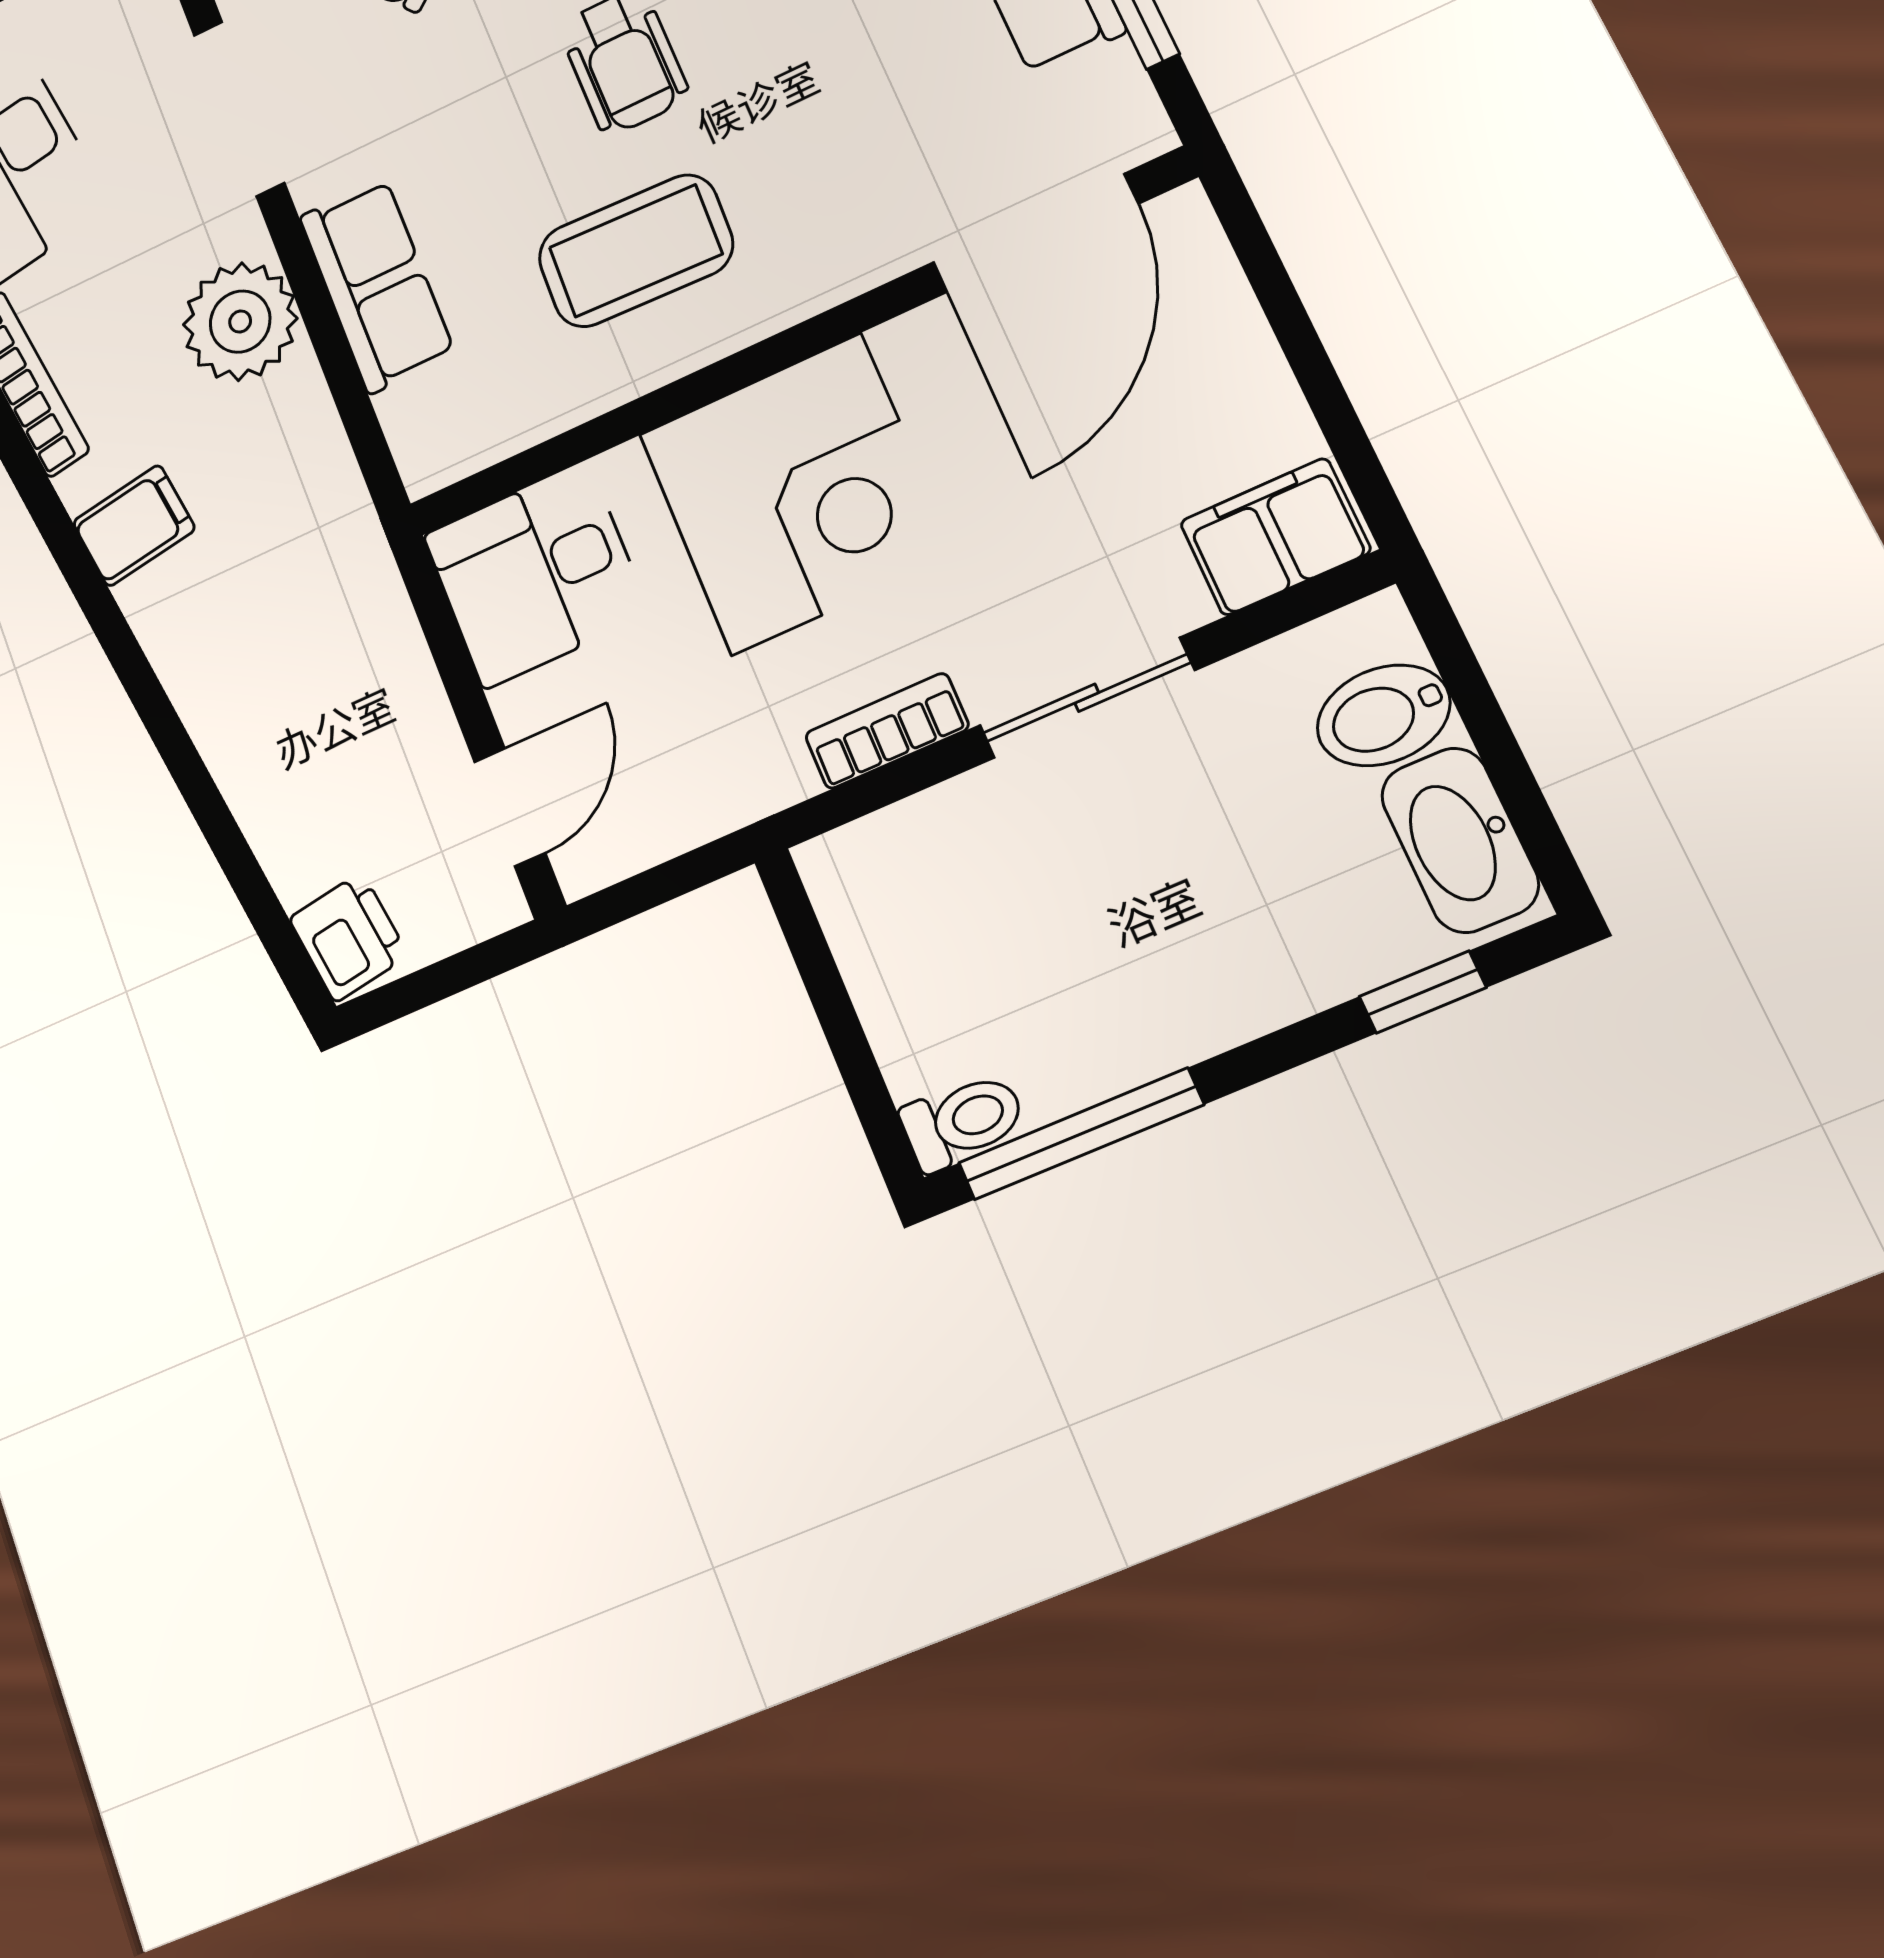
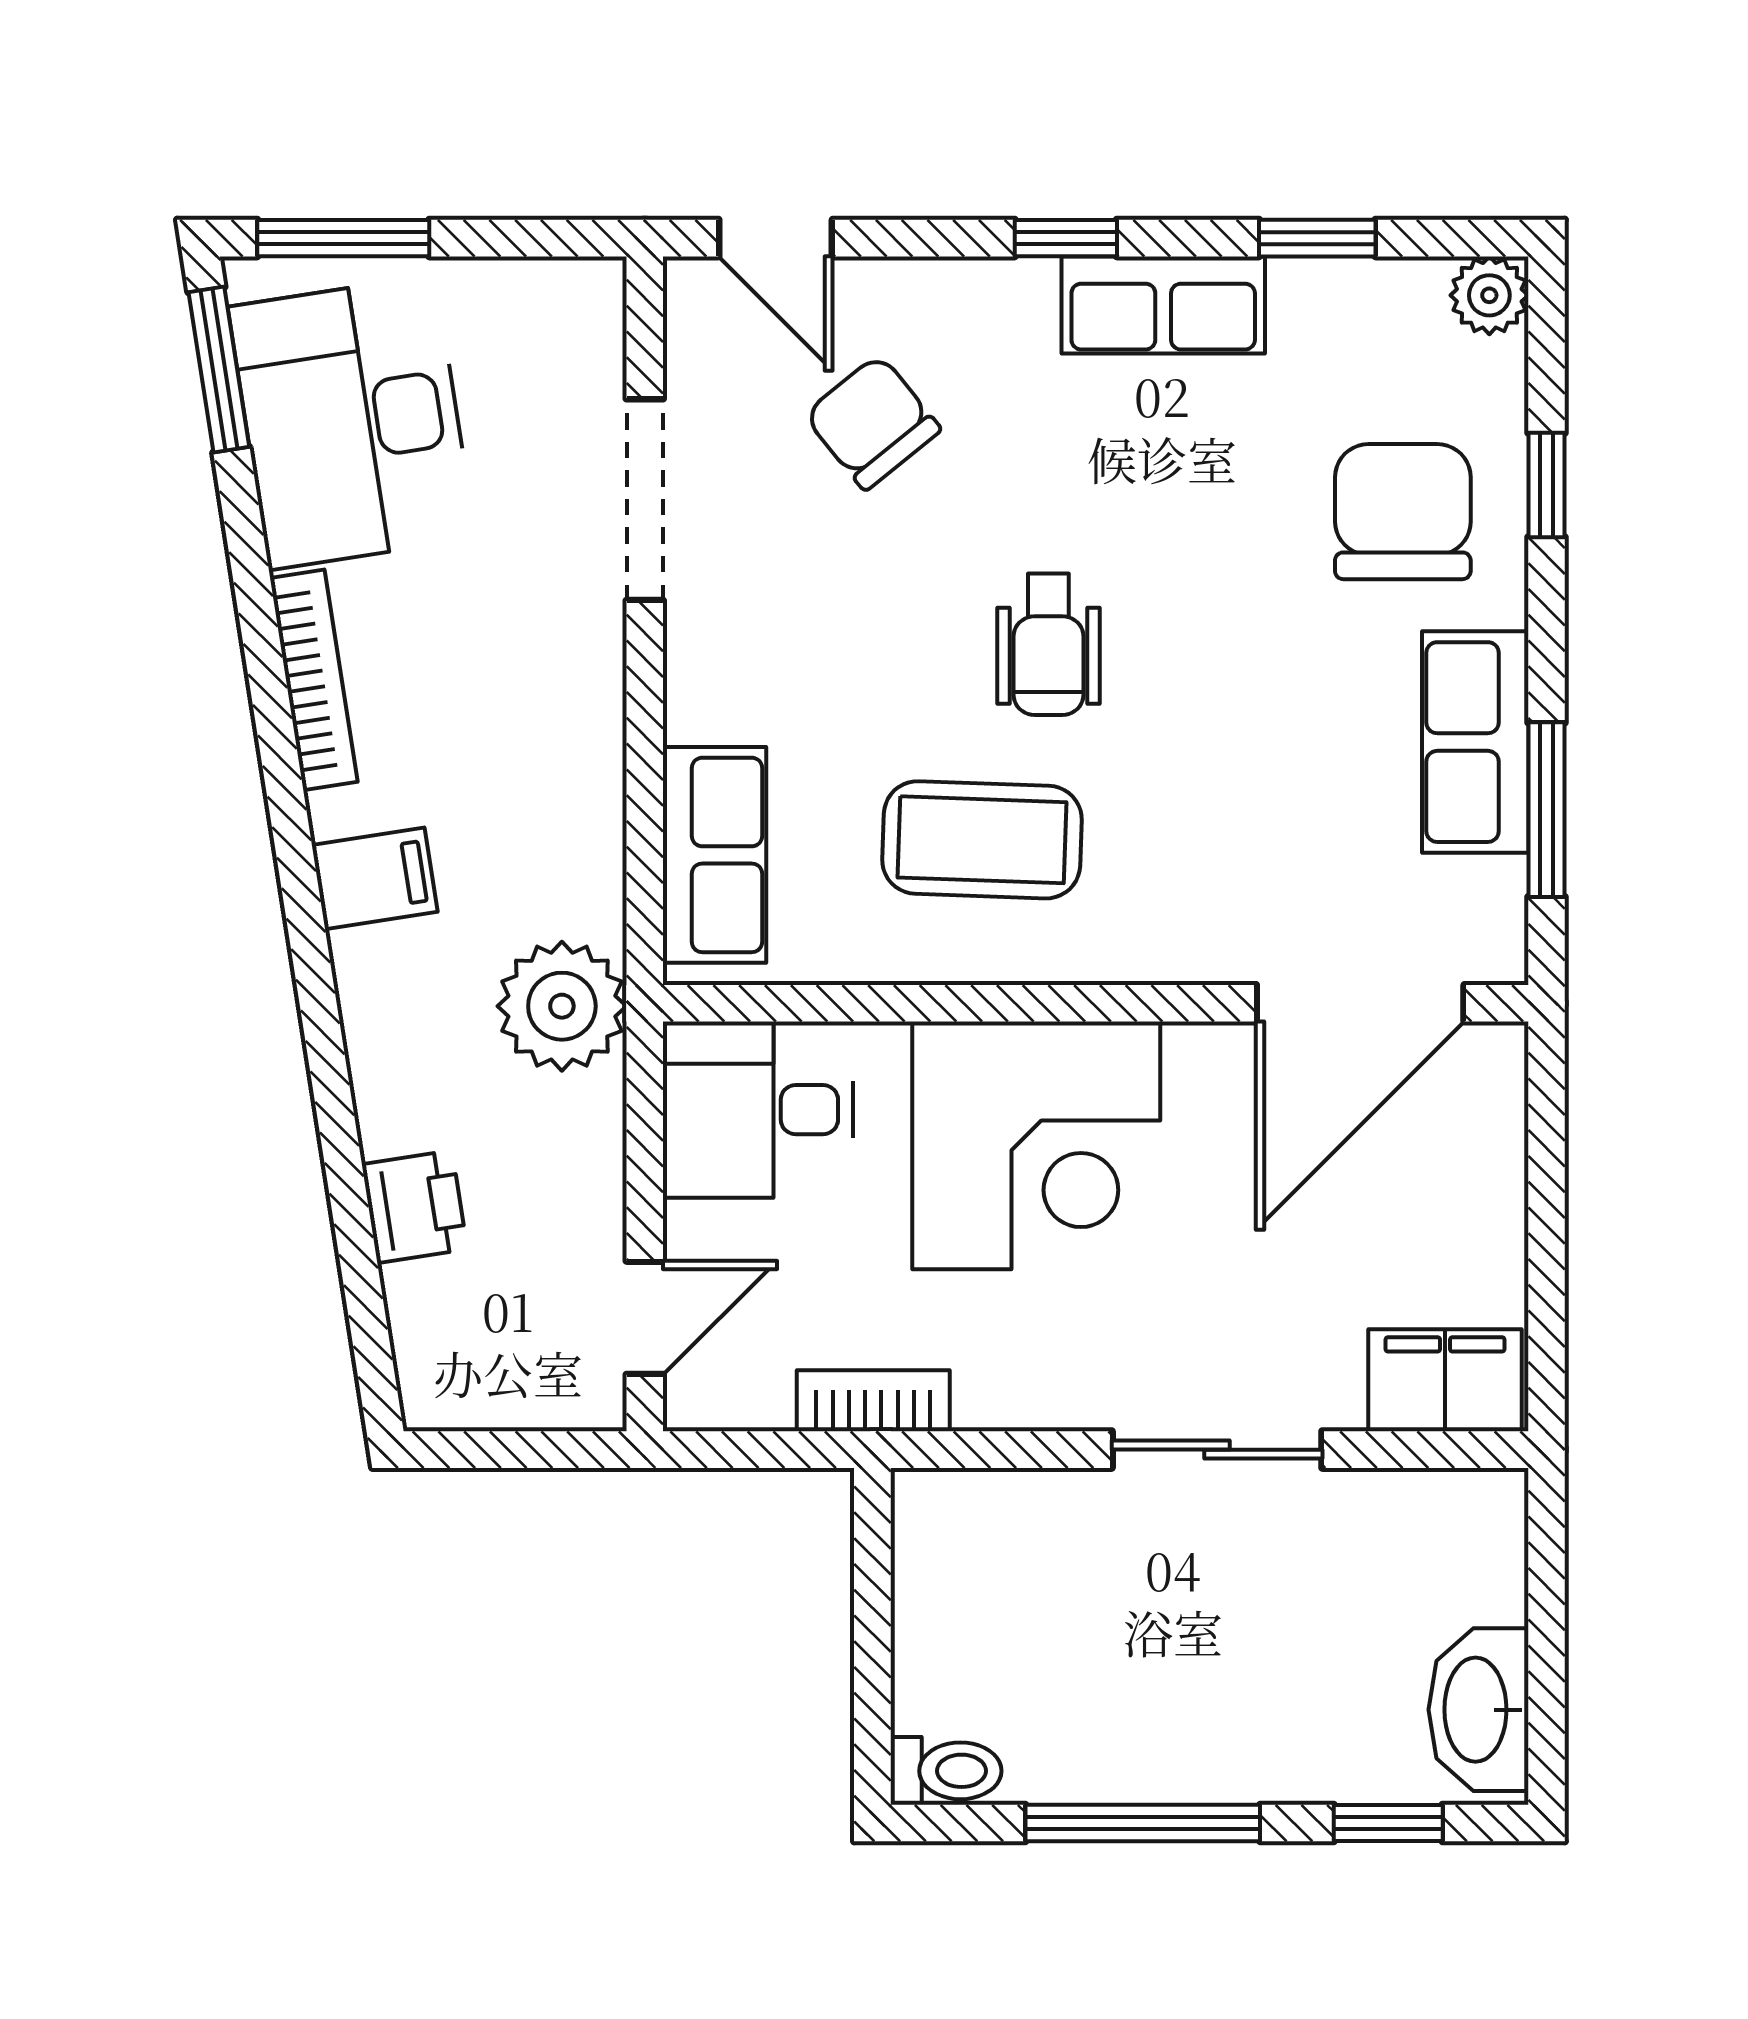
row of seats: (377, 285) -> (715, 855), moved
plant: (240, 322) -> (562, 1006), moved
bidet: (1384, 715) -> (1465, 1577), removed
bookcase: (887, 731) -> (873, 1401), moved
printer: (349, 937) -> (415, 1207), moved
window: (1081, 1134) -> (1143, 1823), moved

